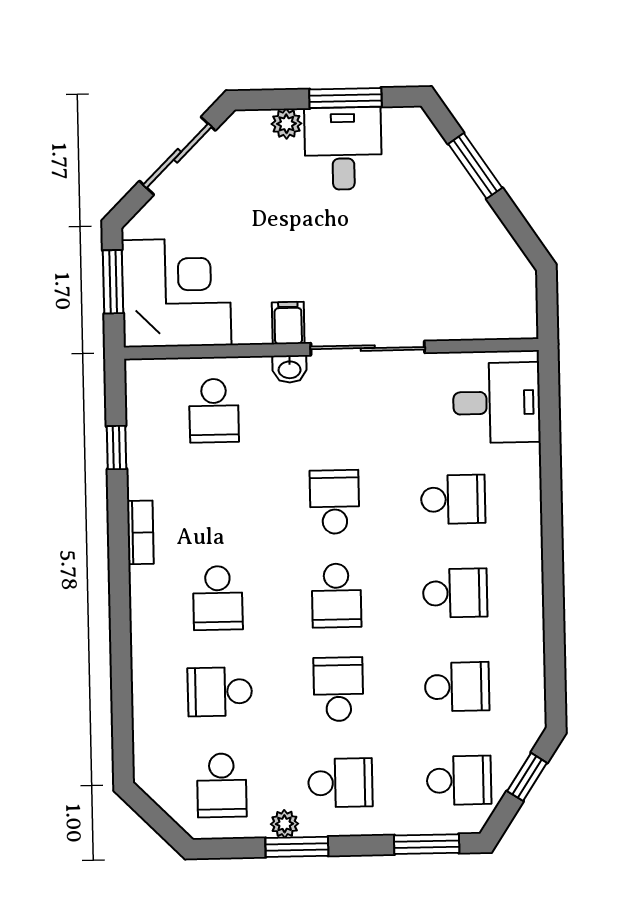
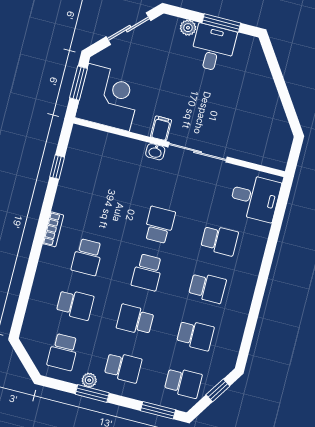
window: (475, 166) -> (277, 75), removed
school desk: (214, 411) -> (111, 162), removed
bookcase: (140, 532) -> (53, 229), moved
school desk: (338, 689) -> (135, 320), turned -90
school desk: (220, 692) -> (75, 305), turned 180

